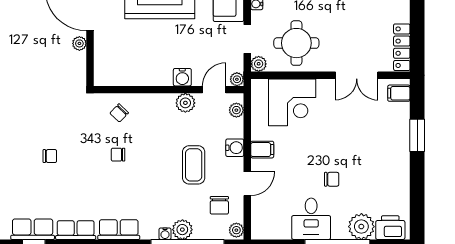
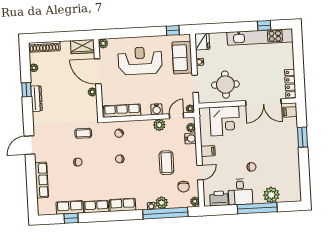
plant: (259, 64) -> (203, 99), removed
double door: (357, 75) -> (263, 102), width x1.37
row of seats: (126, 76) -> (122, 111), added
coffee table: (61, 110) -> (83, 133), added
water cooler: (235, 148) -> (190, 139), moved
printer: (390, 228) -> (219, 198), moved

